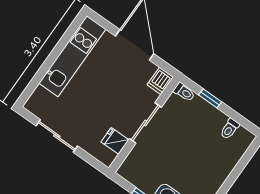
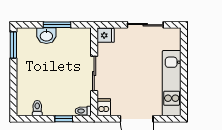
fridge: (115, 141) -> (106, 35), moved

